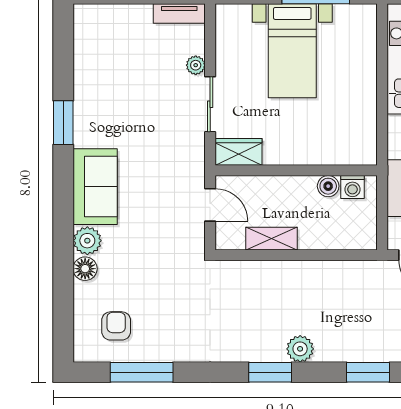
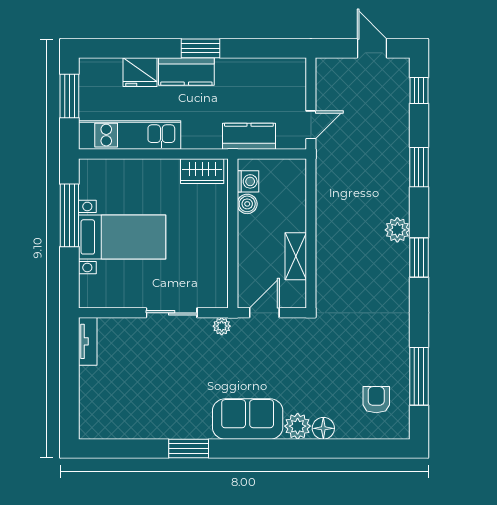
plant: (196, 65) -> (222, 326), moved
wardrobe: (239, 152) -> (202, 171), moved, turned -90
armchair: (116, 326) -> (376, 400), turned 90

